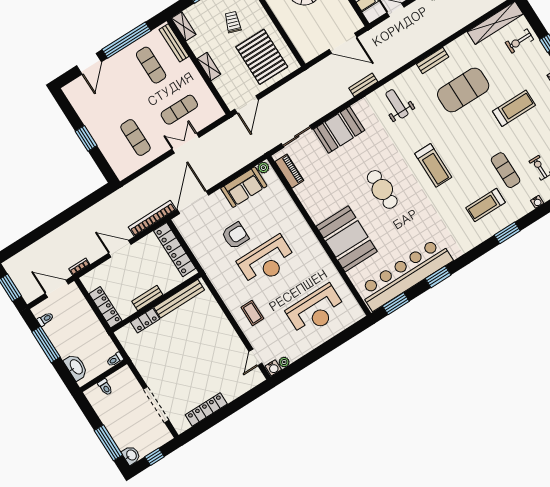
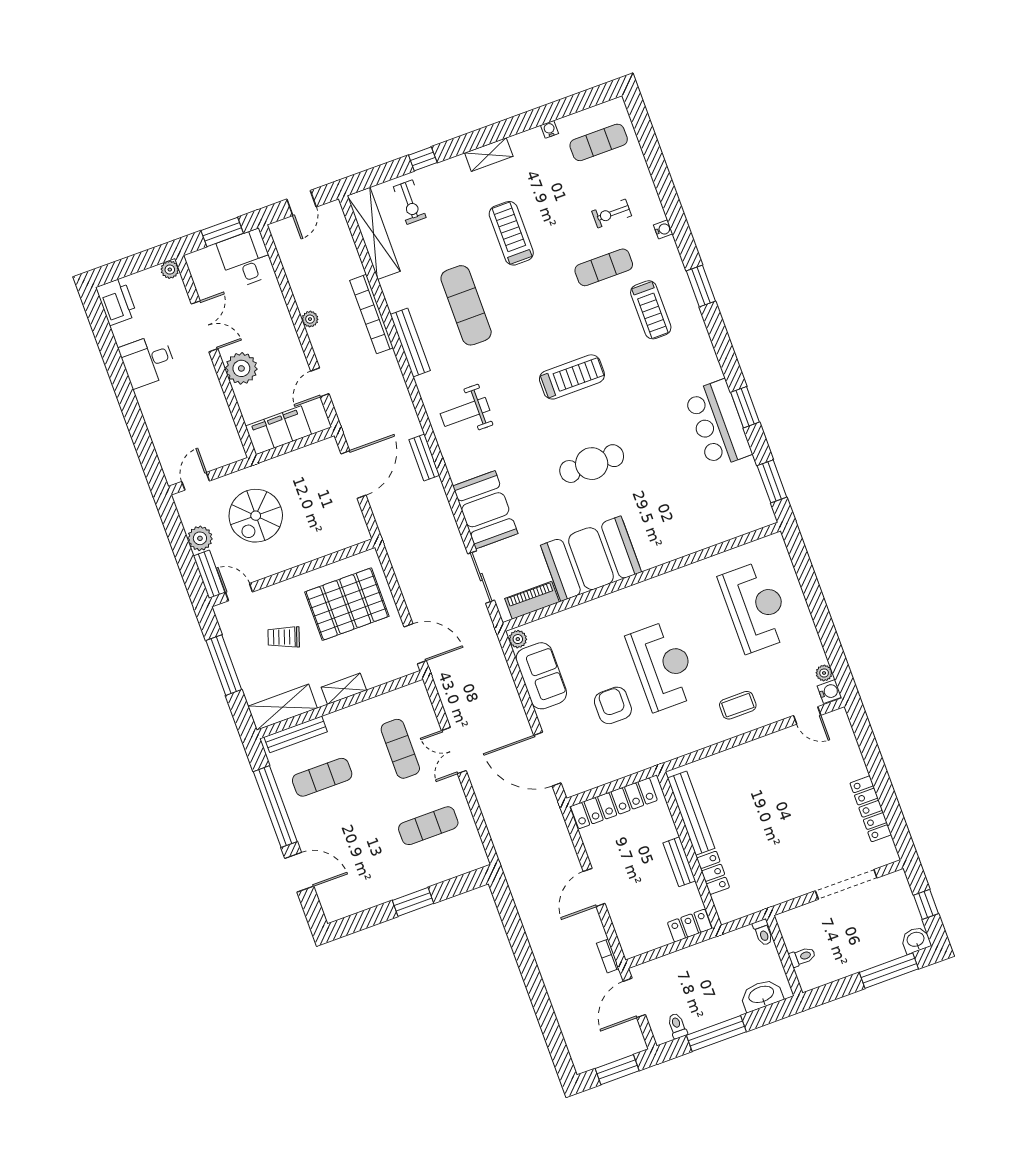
shelving: (184, 26) -> (283, 707), width x1.50, depth x1.33
bench: (433, 60) -> (410, 342), width x1.36
exercise mat: (463, 90) -> (466, 305), width x0.68
bookcase: (152, 218) -> (371, 314), moved
booth: (347, 239) -> (591, 559), moved
bar counter: (405, 274) -> (718, 424), width x0.54
locker: (105, 307) -> (690, 926), width x0.66

